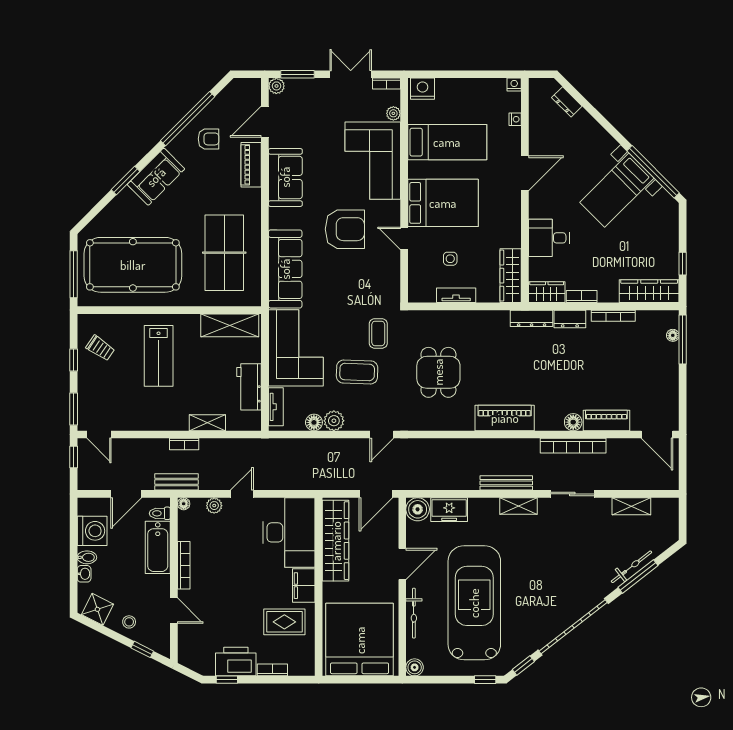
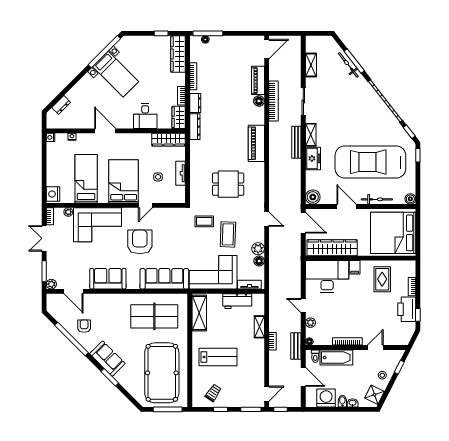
piano: (251, 165) -> (100, 300), removed
freezer: (449, 510) -> (313, 158), moved
filing cabinet: (304, 586) -> (355, 267), width x0.50

